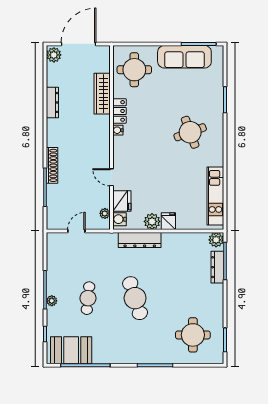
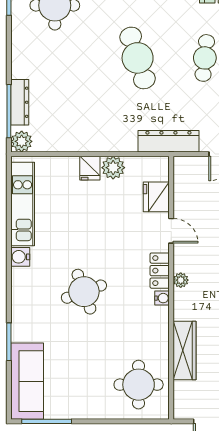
sofa: (184, 57) -> (27, 381), moved, turned 90
locker: (120, 111) -> (160, 271), moved
round table: (190, 132) -> (84, 292), moved
plant: (105, 213) -> (181, 280), moved
water cooler: (119, 219) -> (20, 257), moved, turned 180
dresser: (140, 240) -> (168, 141), moved

